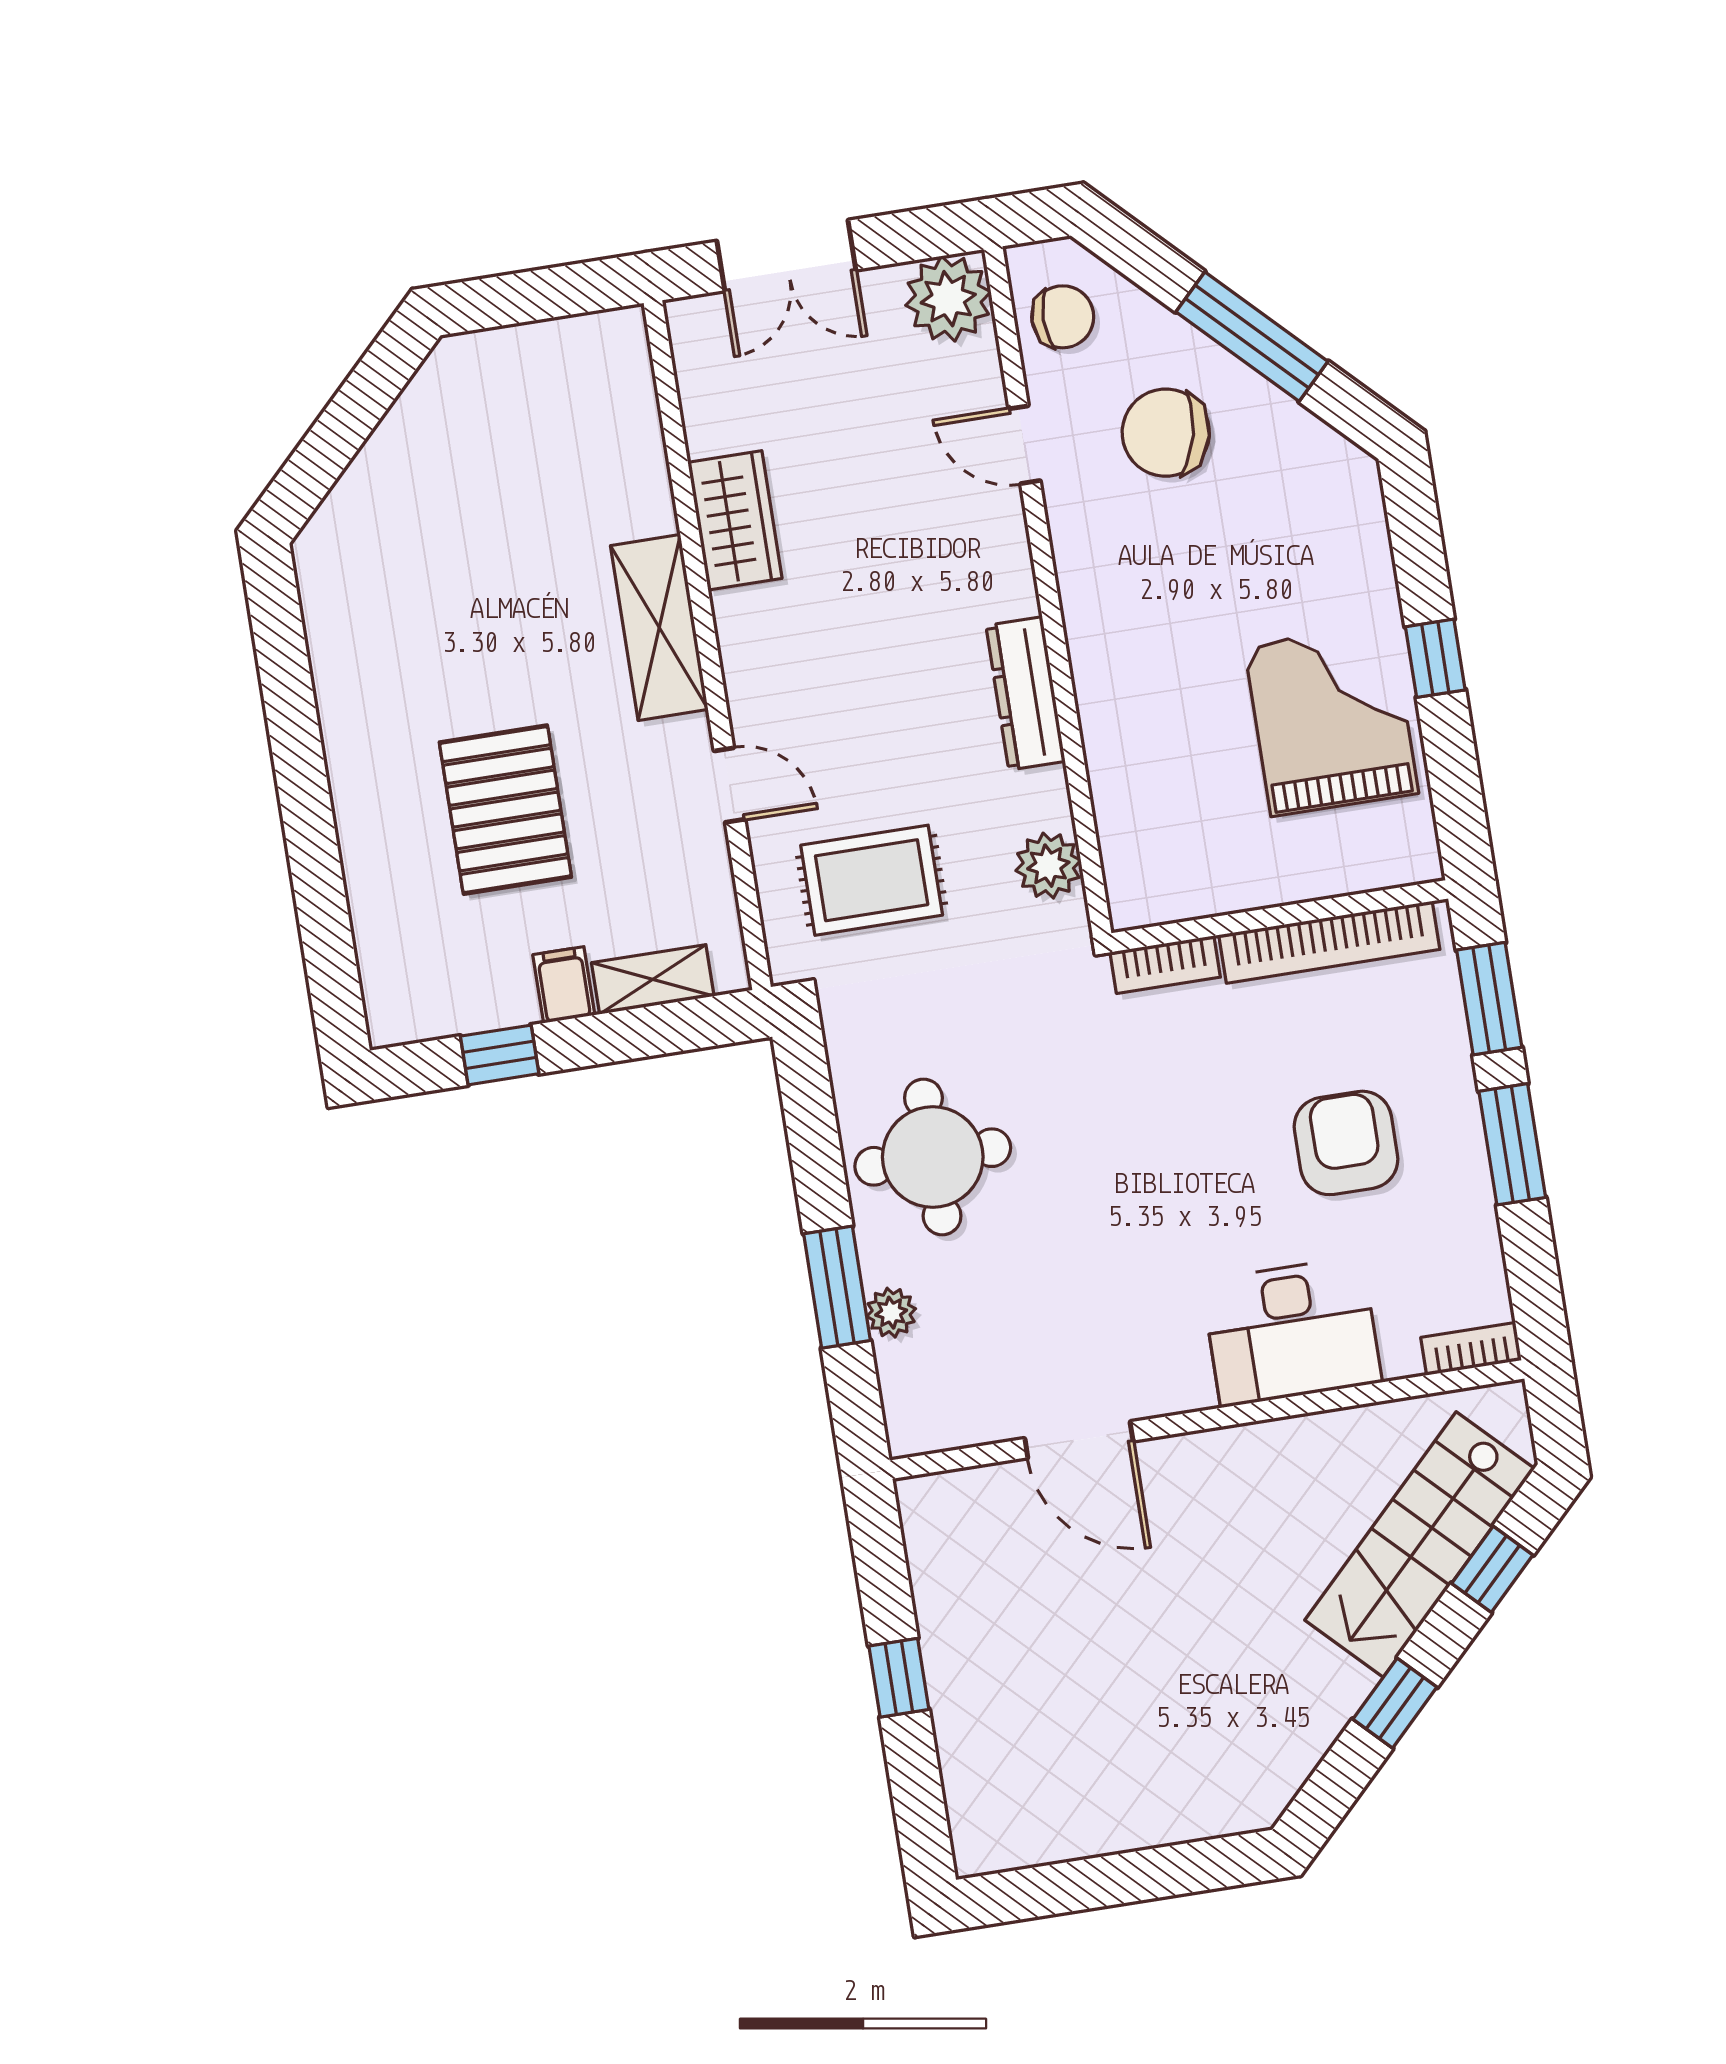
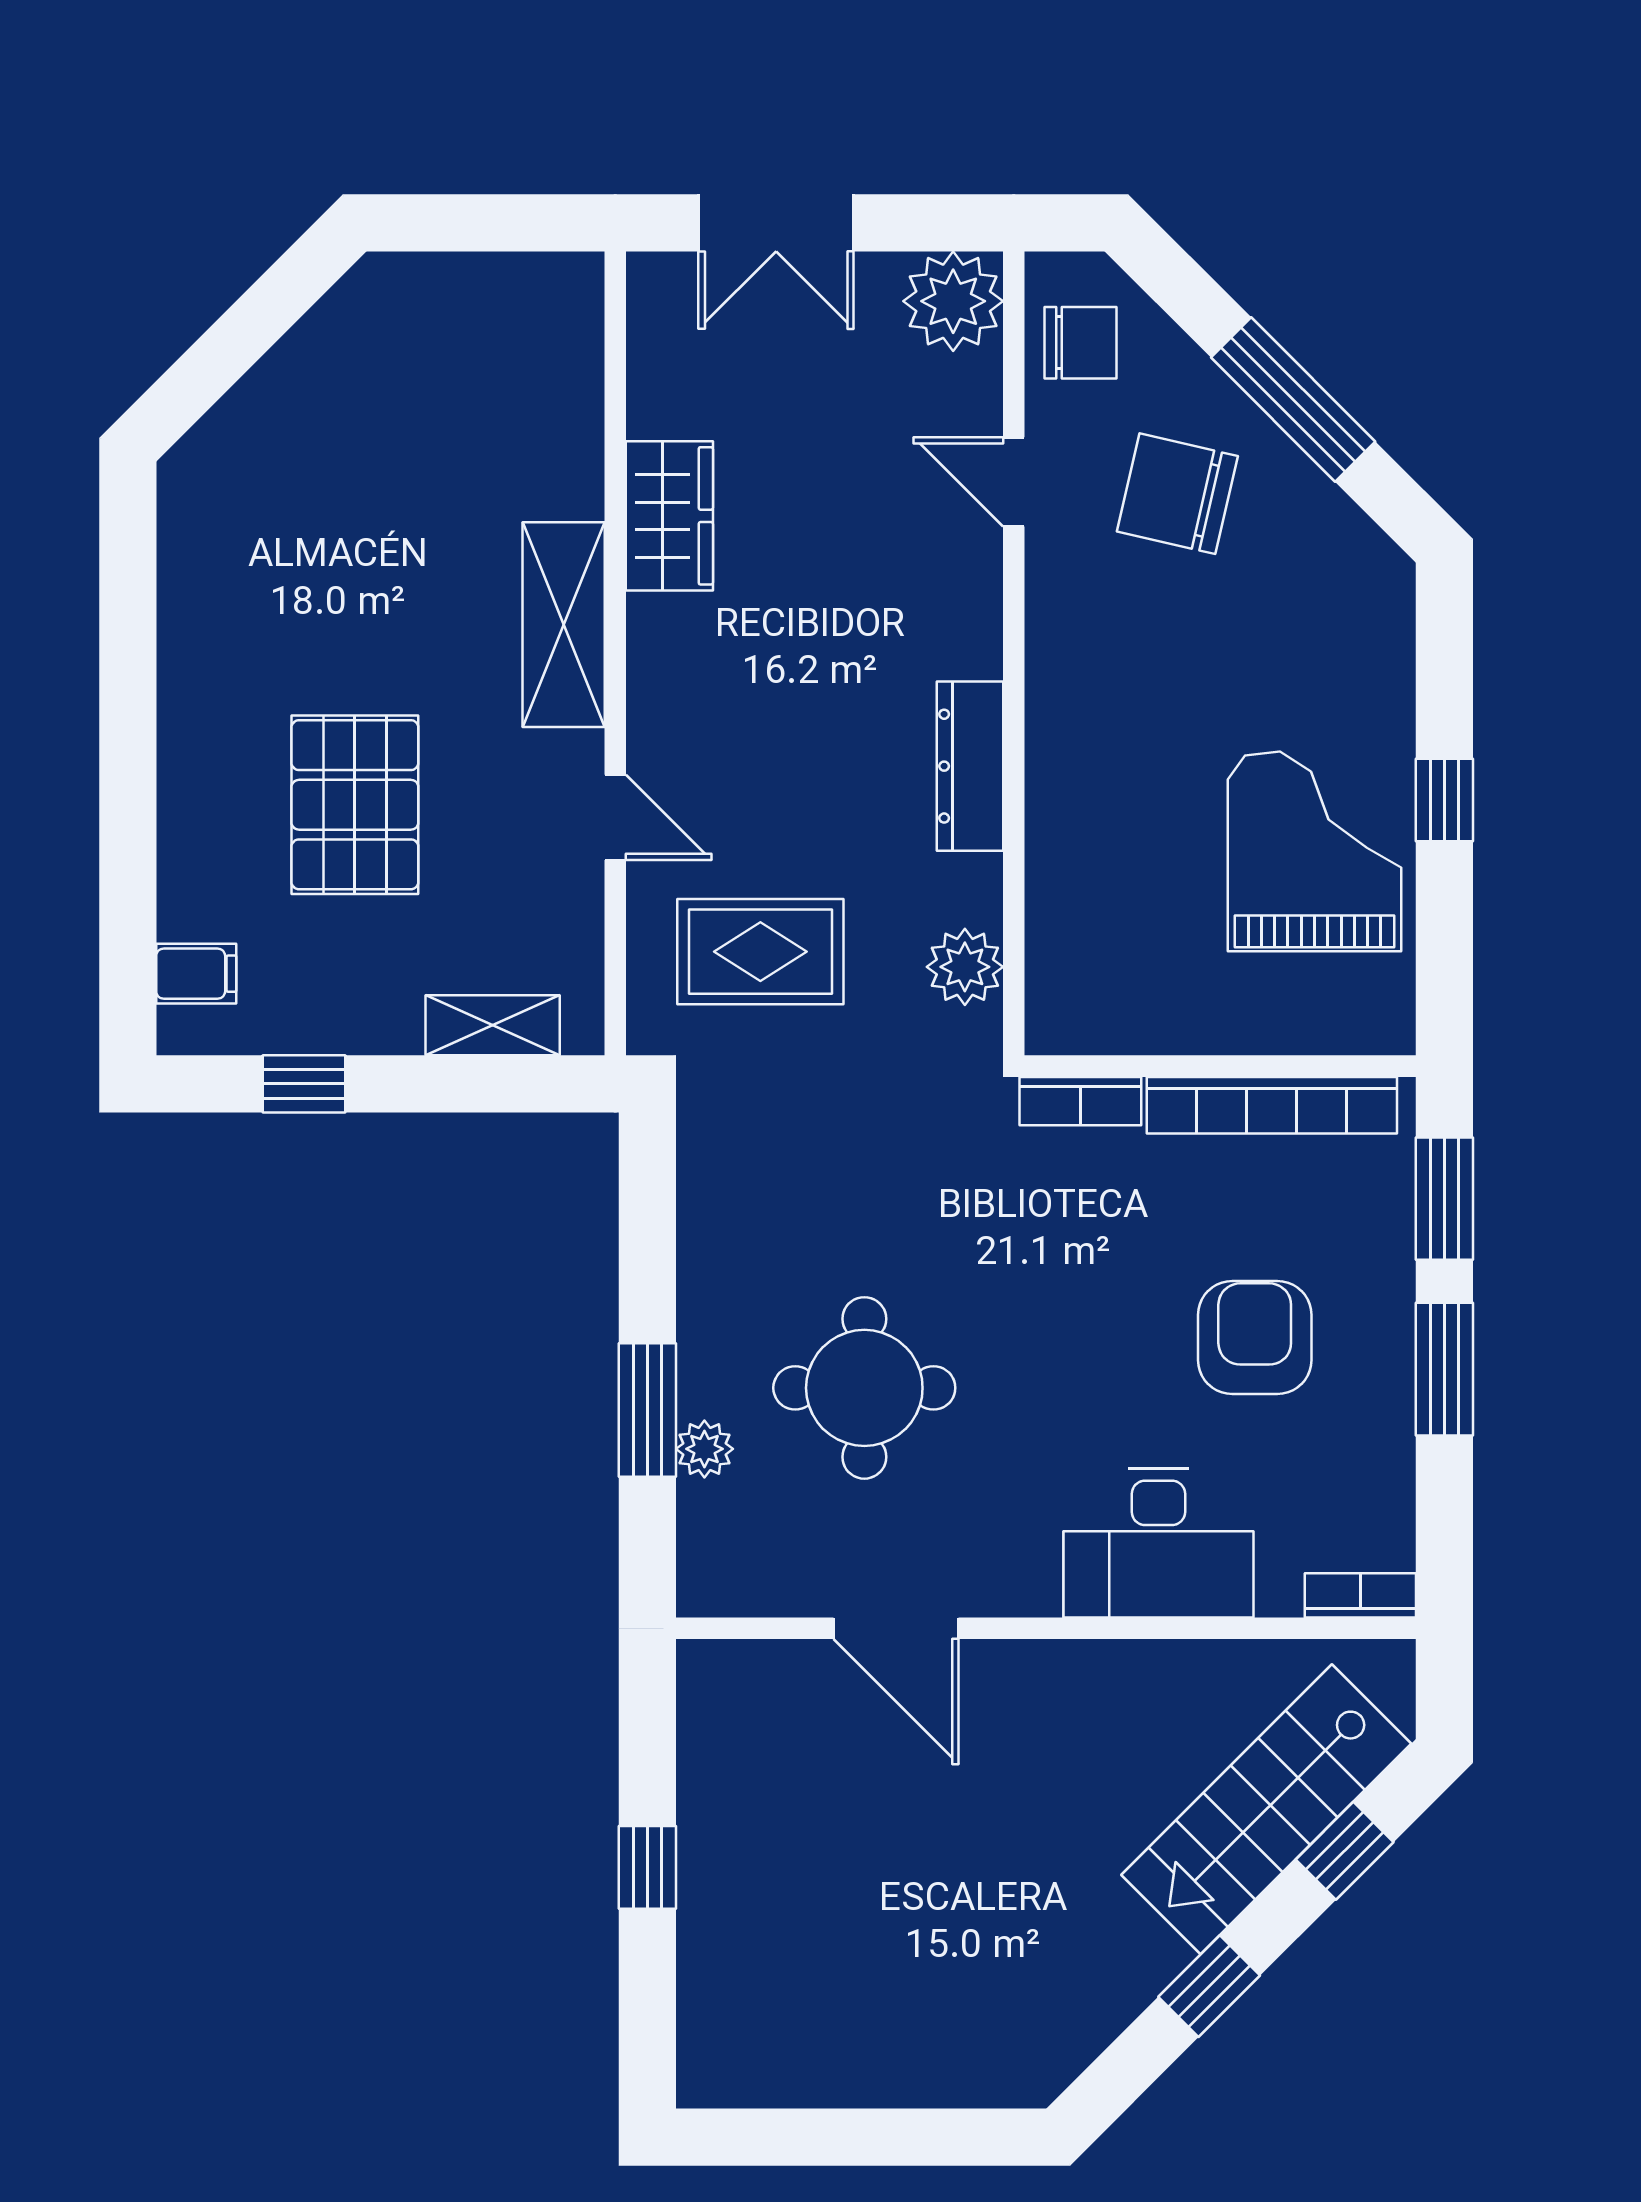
filing cabinet: (564, 985) -> (196, 974), moved, turned 90
round table: (933, 1157) -> (864, 1388), moved

